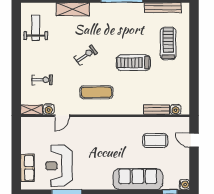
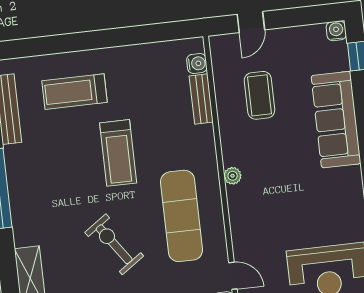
exercise bike: (86, 55) -> (114, 244), width x1.38, depth x1.39
exercise mat: (96, 92) -> (181, 216), width x1.36, depth x1.45
plant: (115, 121) -> (233, 176), added

